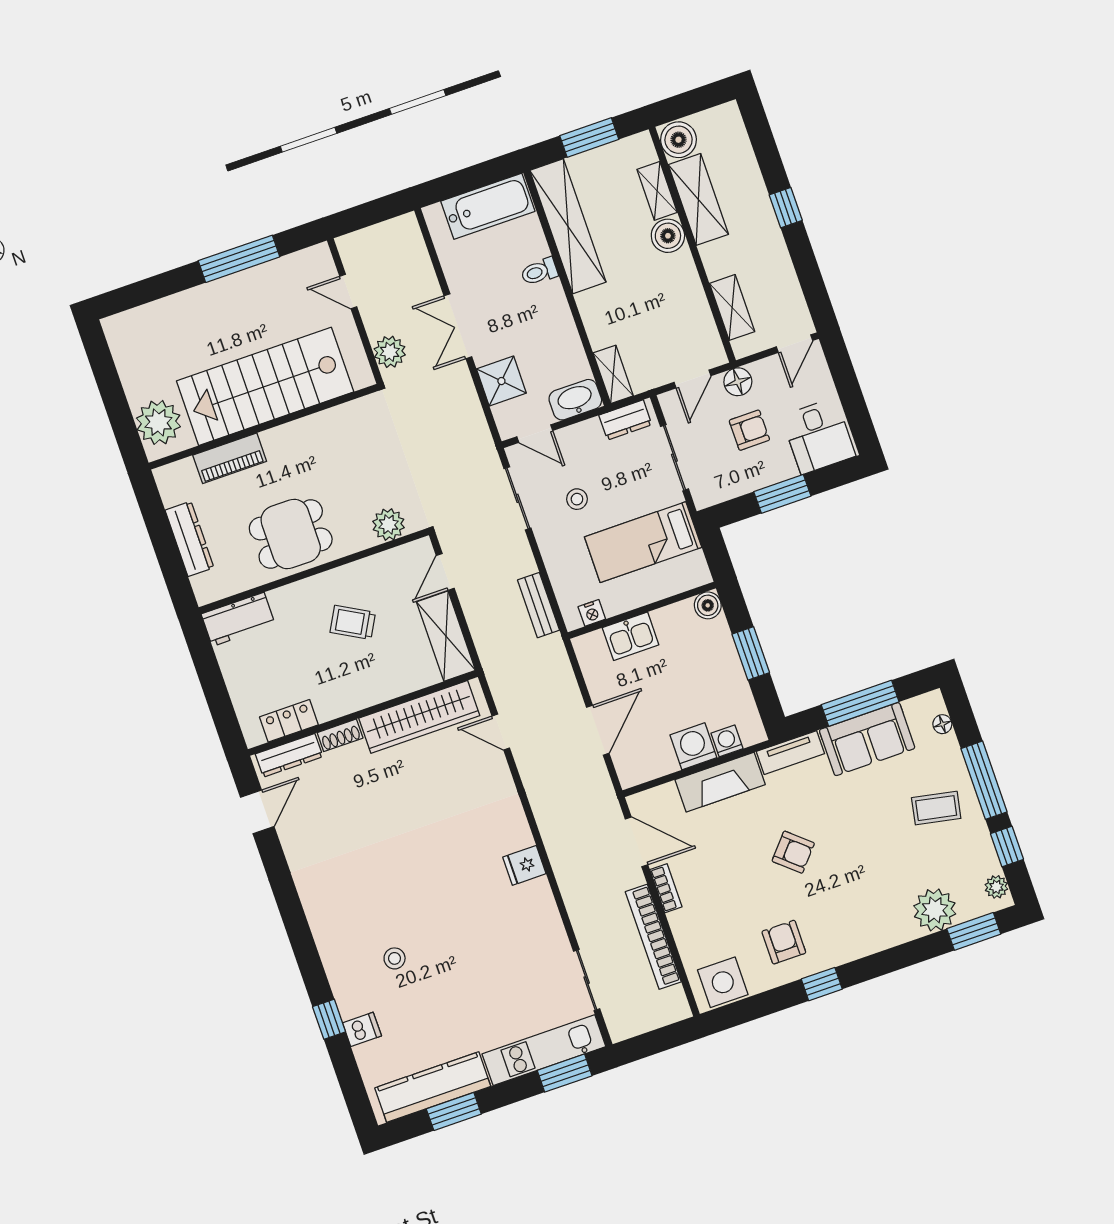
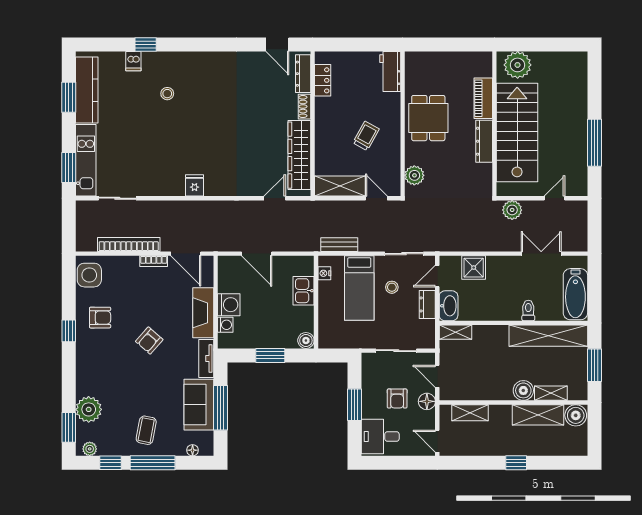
double door: (458, 326) -> (541, 254), moved
dresser: (625, 420) -> (427, 304), moved
dresser: (189, 539) -> (484, 141), moved, turned 90
bed: (643, 542) -> (359, 288), moved, turned 180
door: (636, 842) -> (186, 254), hinge flipped

